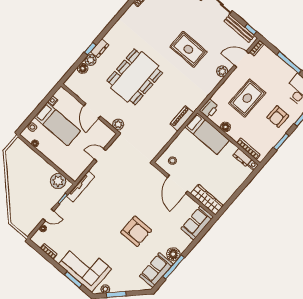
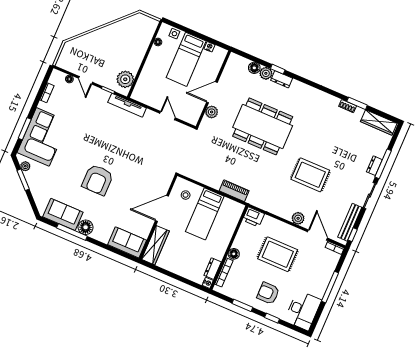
rug: (188, 49) -> (310, 175), turned 90
plant: (118, 124) -> (212, 112), moved
floor lamp: (225, 127) -> (234, 254), moved
bed: (207, 134) -> (205, 214), moved

